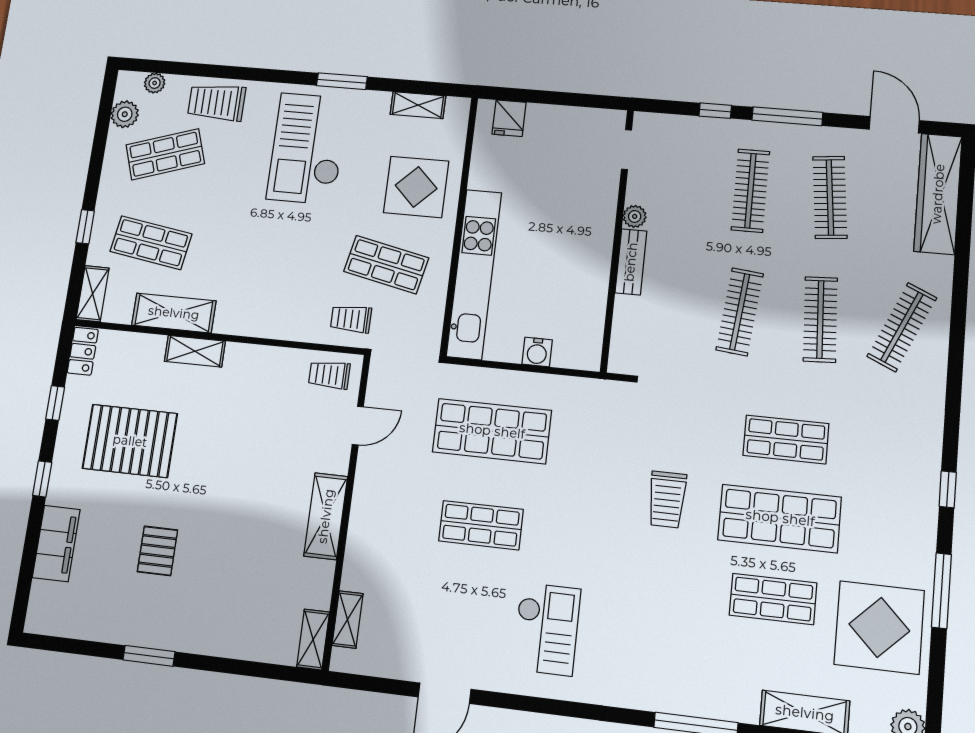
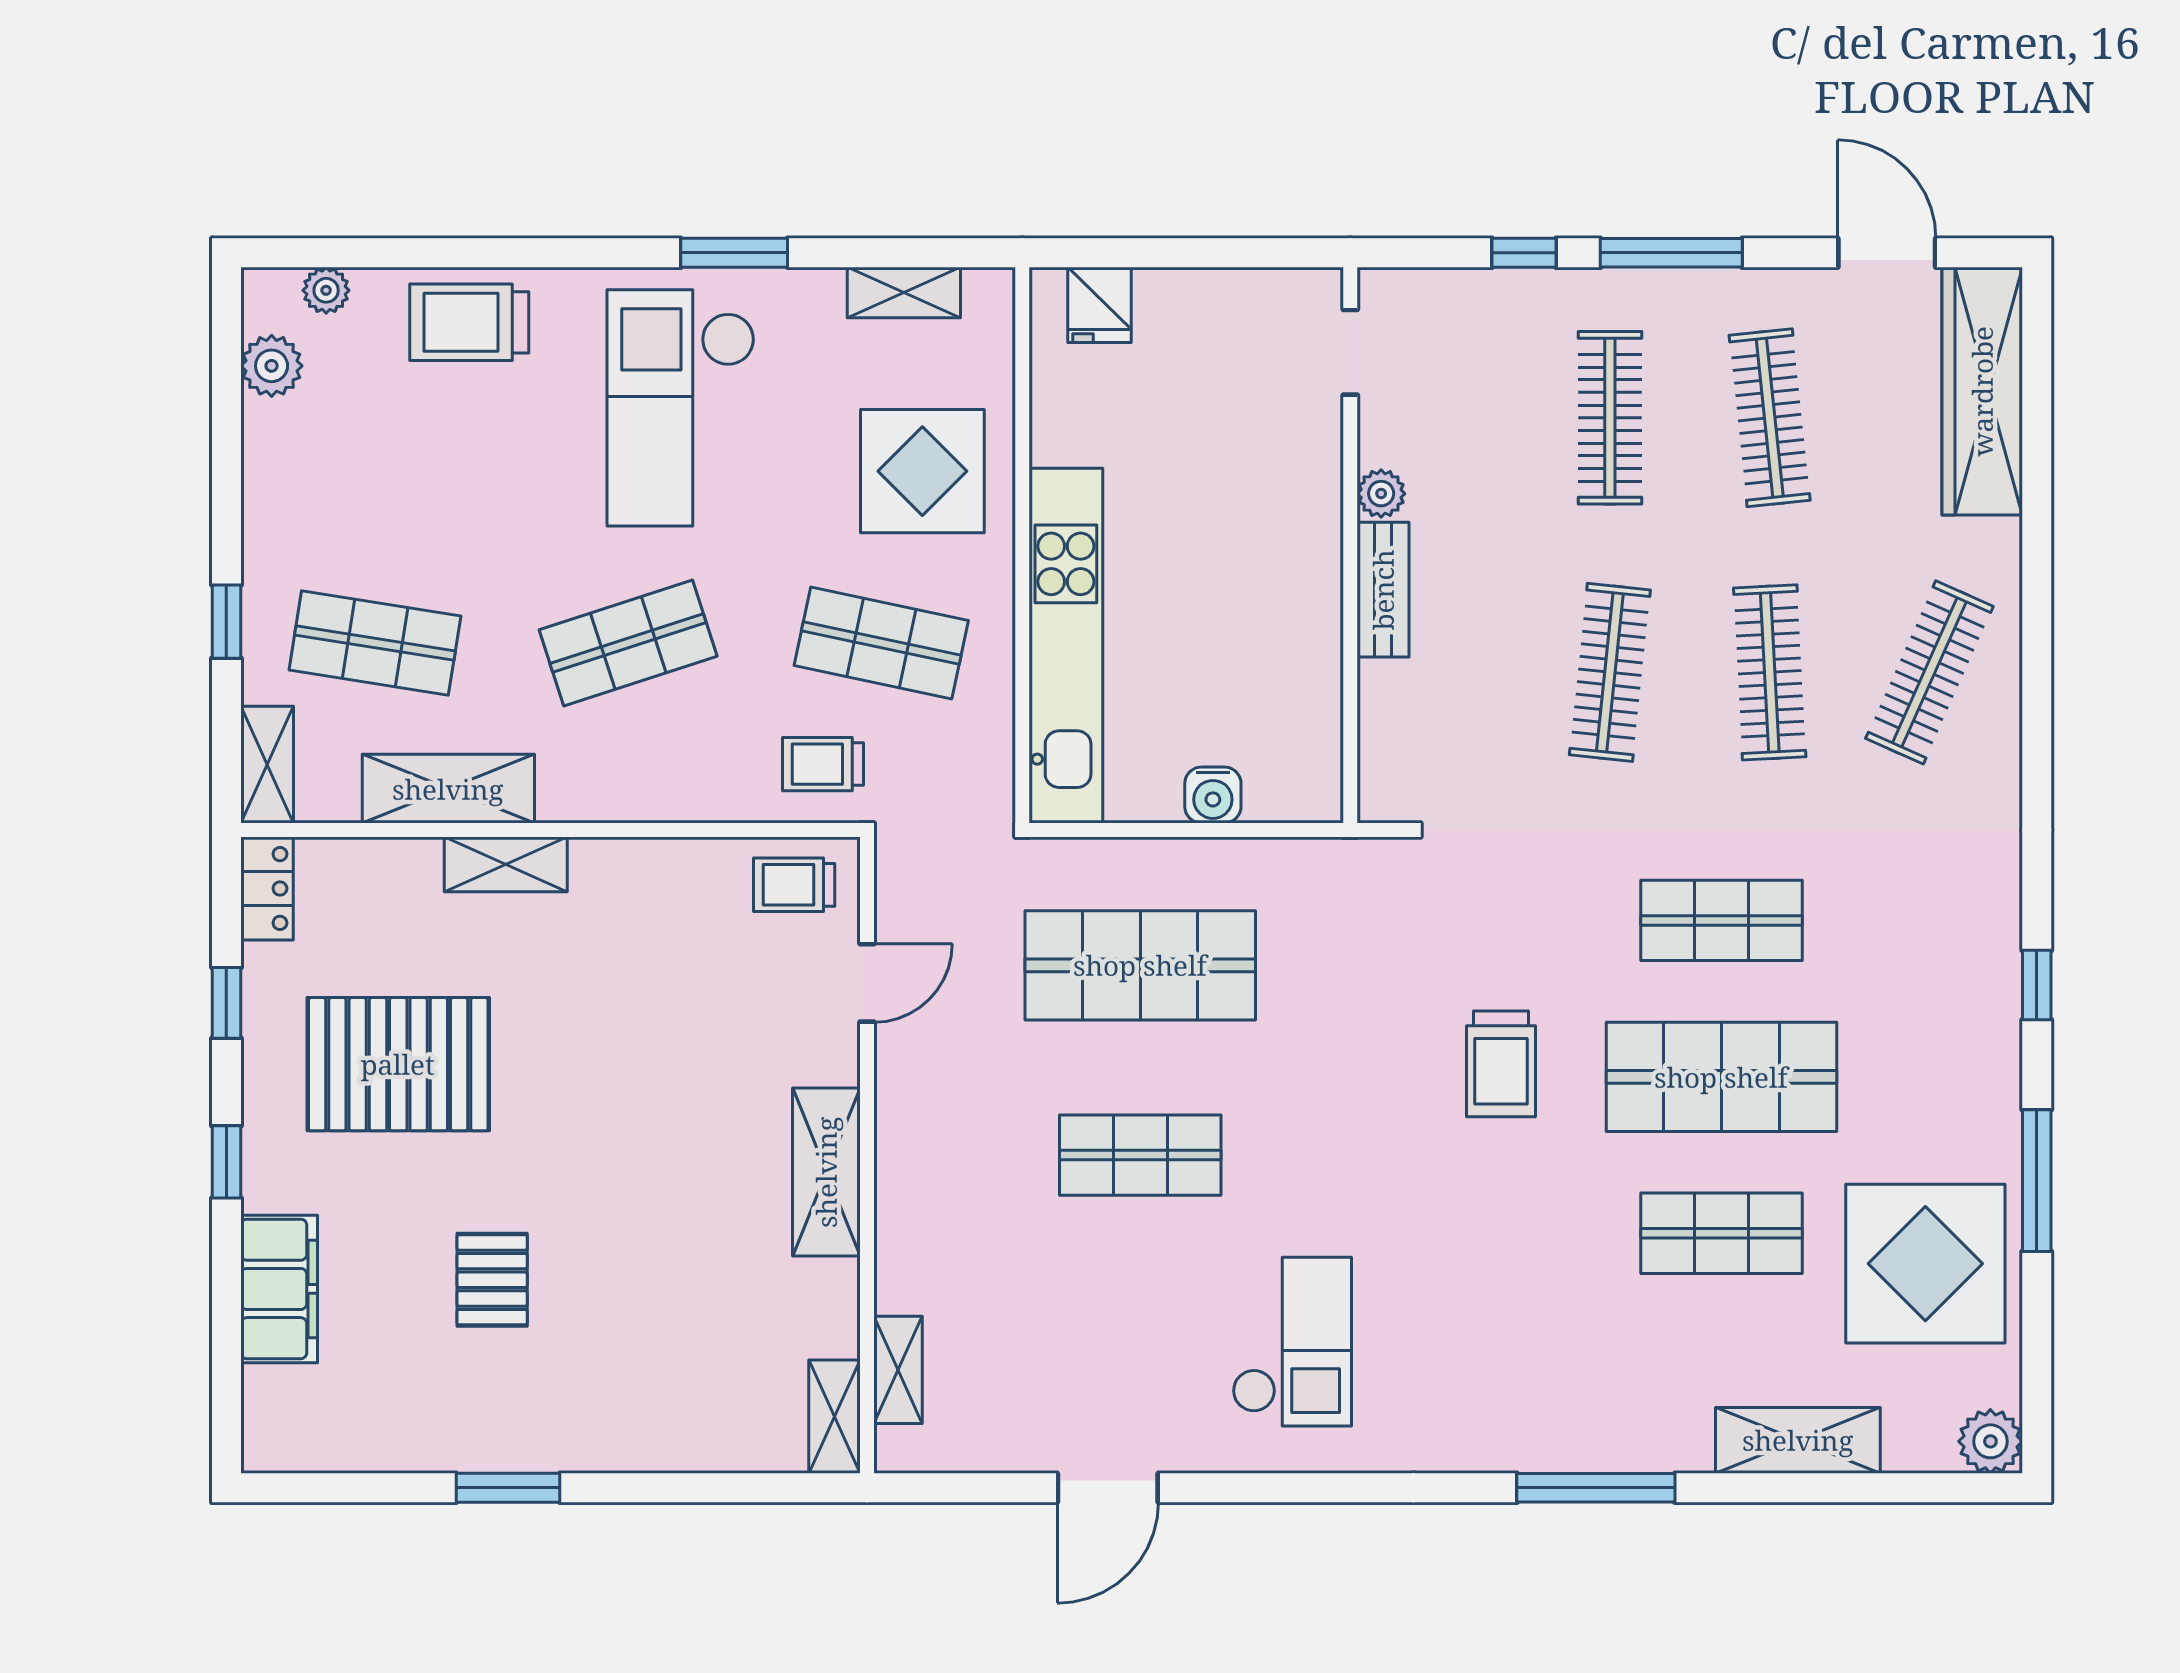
shop shelf: (165, 154) -> (628, 643), moved

